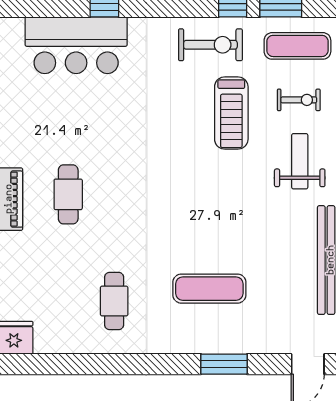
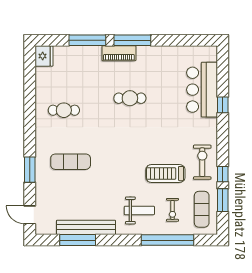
exercise bike: (210, 45) -> (202, 162), turned 180
cafe table: (68, 194) -> (130, 98), moved
exercise mat: (209, 289) -> (71, 162), turned 90

